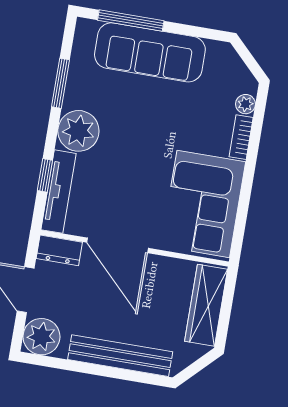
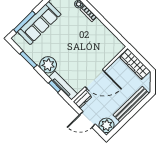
corner sofa: (203, 204) -> (101, 41), removed

